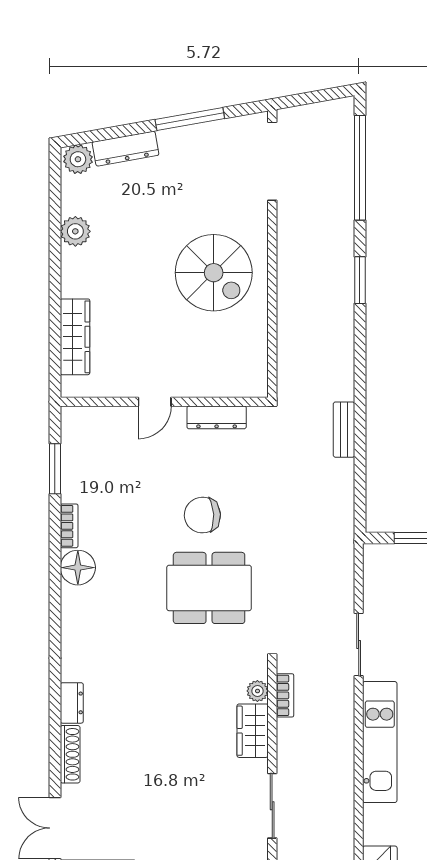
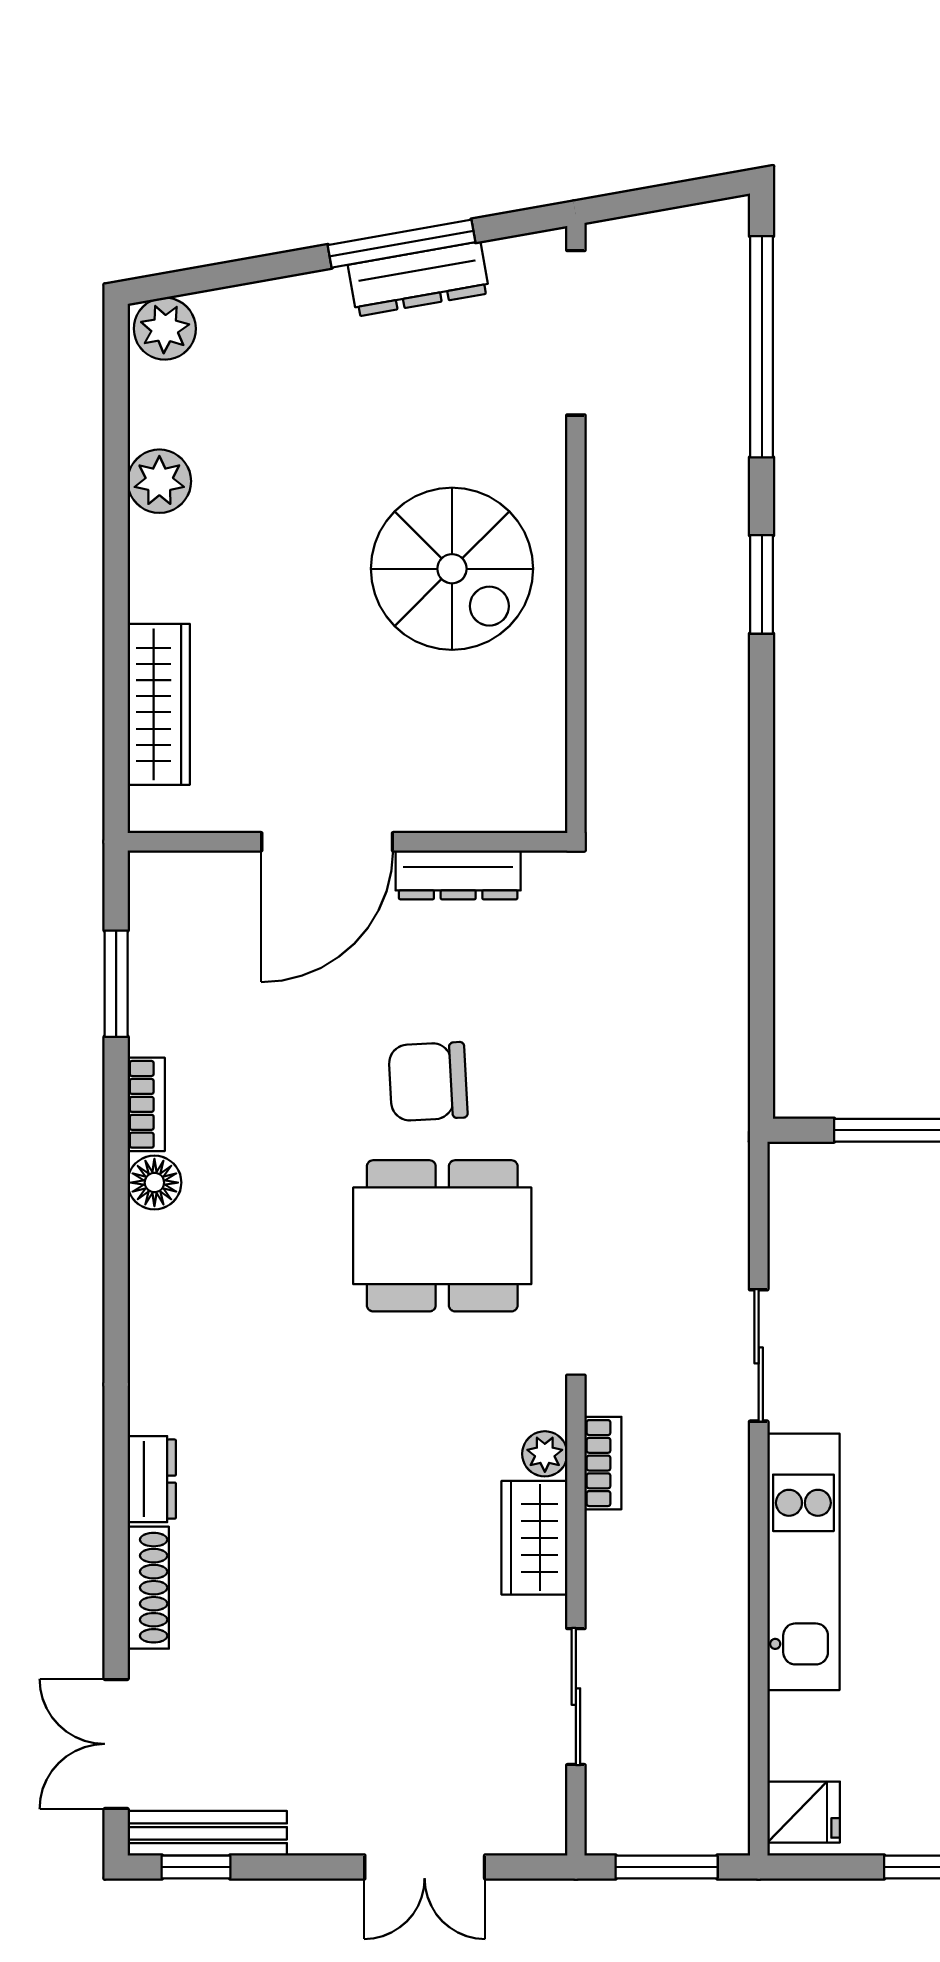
dresser: (126, 149) -> (419, 279), moved
door: (155, 402) -> (327, 842), width x1.87
bench: (344, 430) -> (728, 901), removed
floor lamp: (78, 568) -> (154, 1183), width x0.73, depth x0.73

